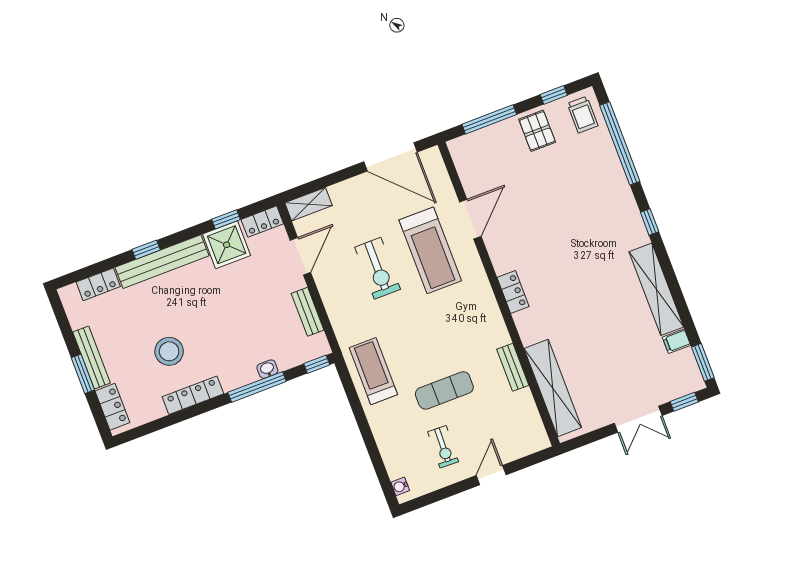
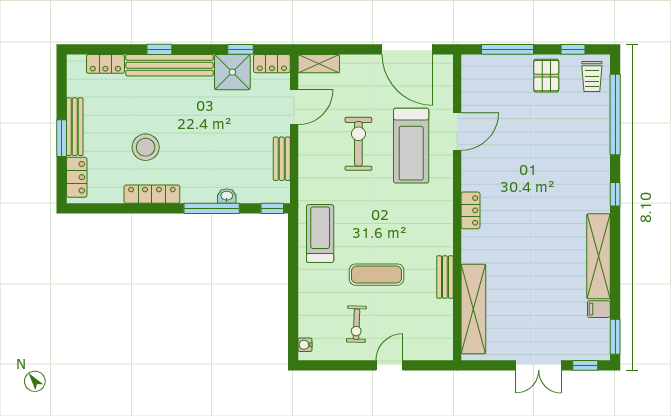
exercise bike: (378, 268) -> (358, 144), turned 180

